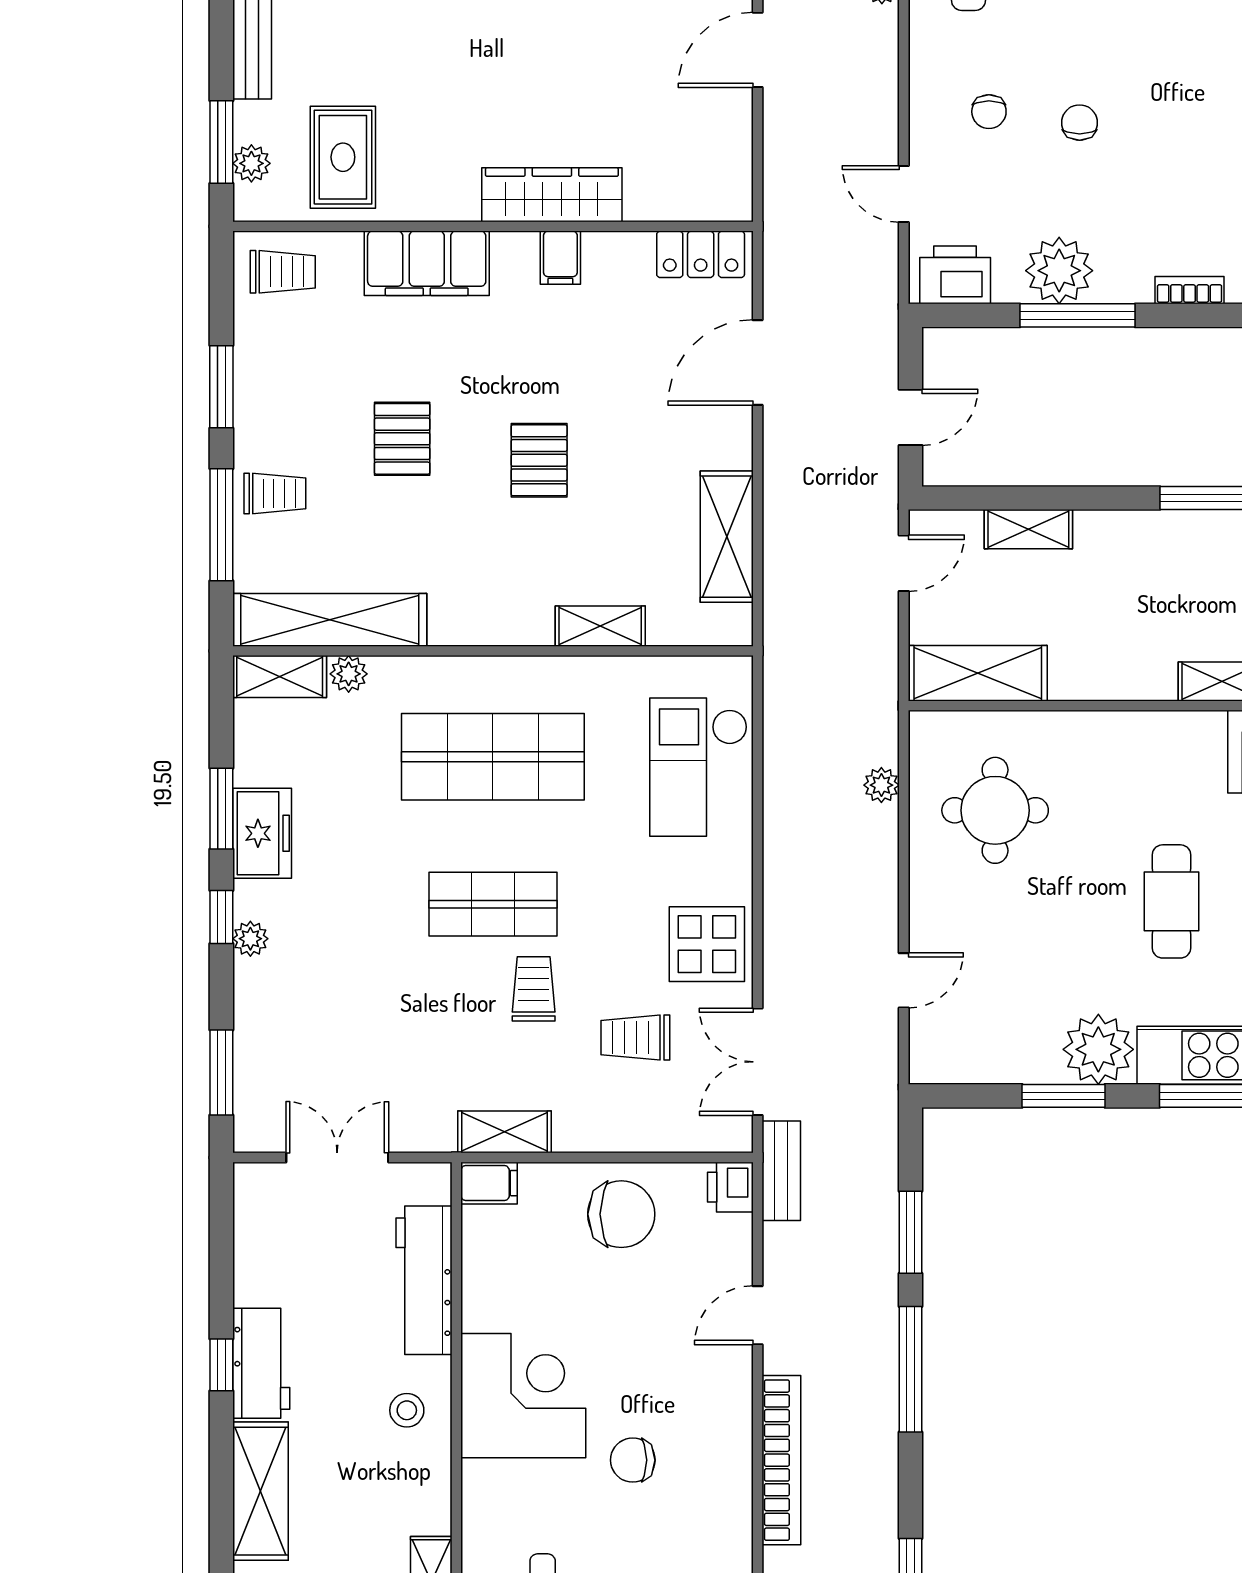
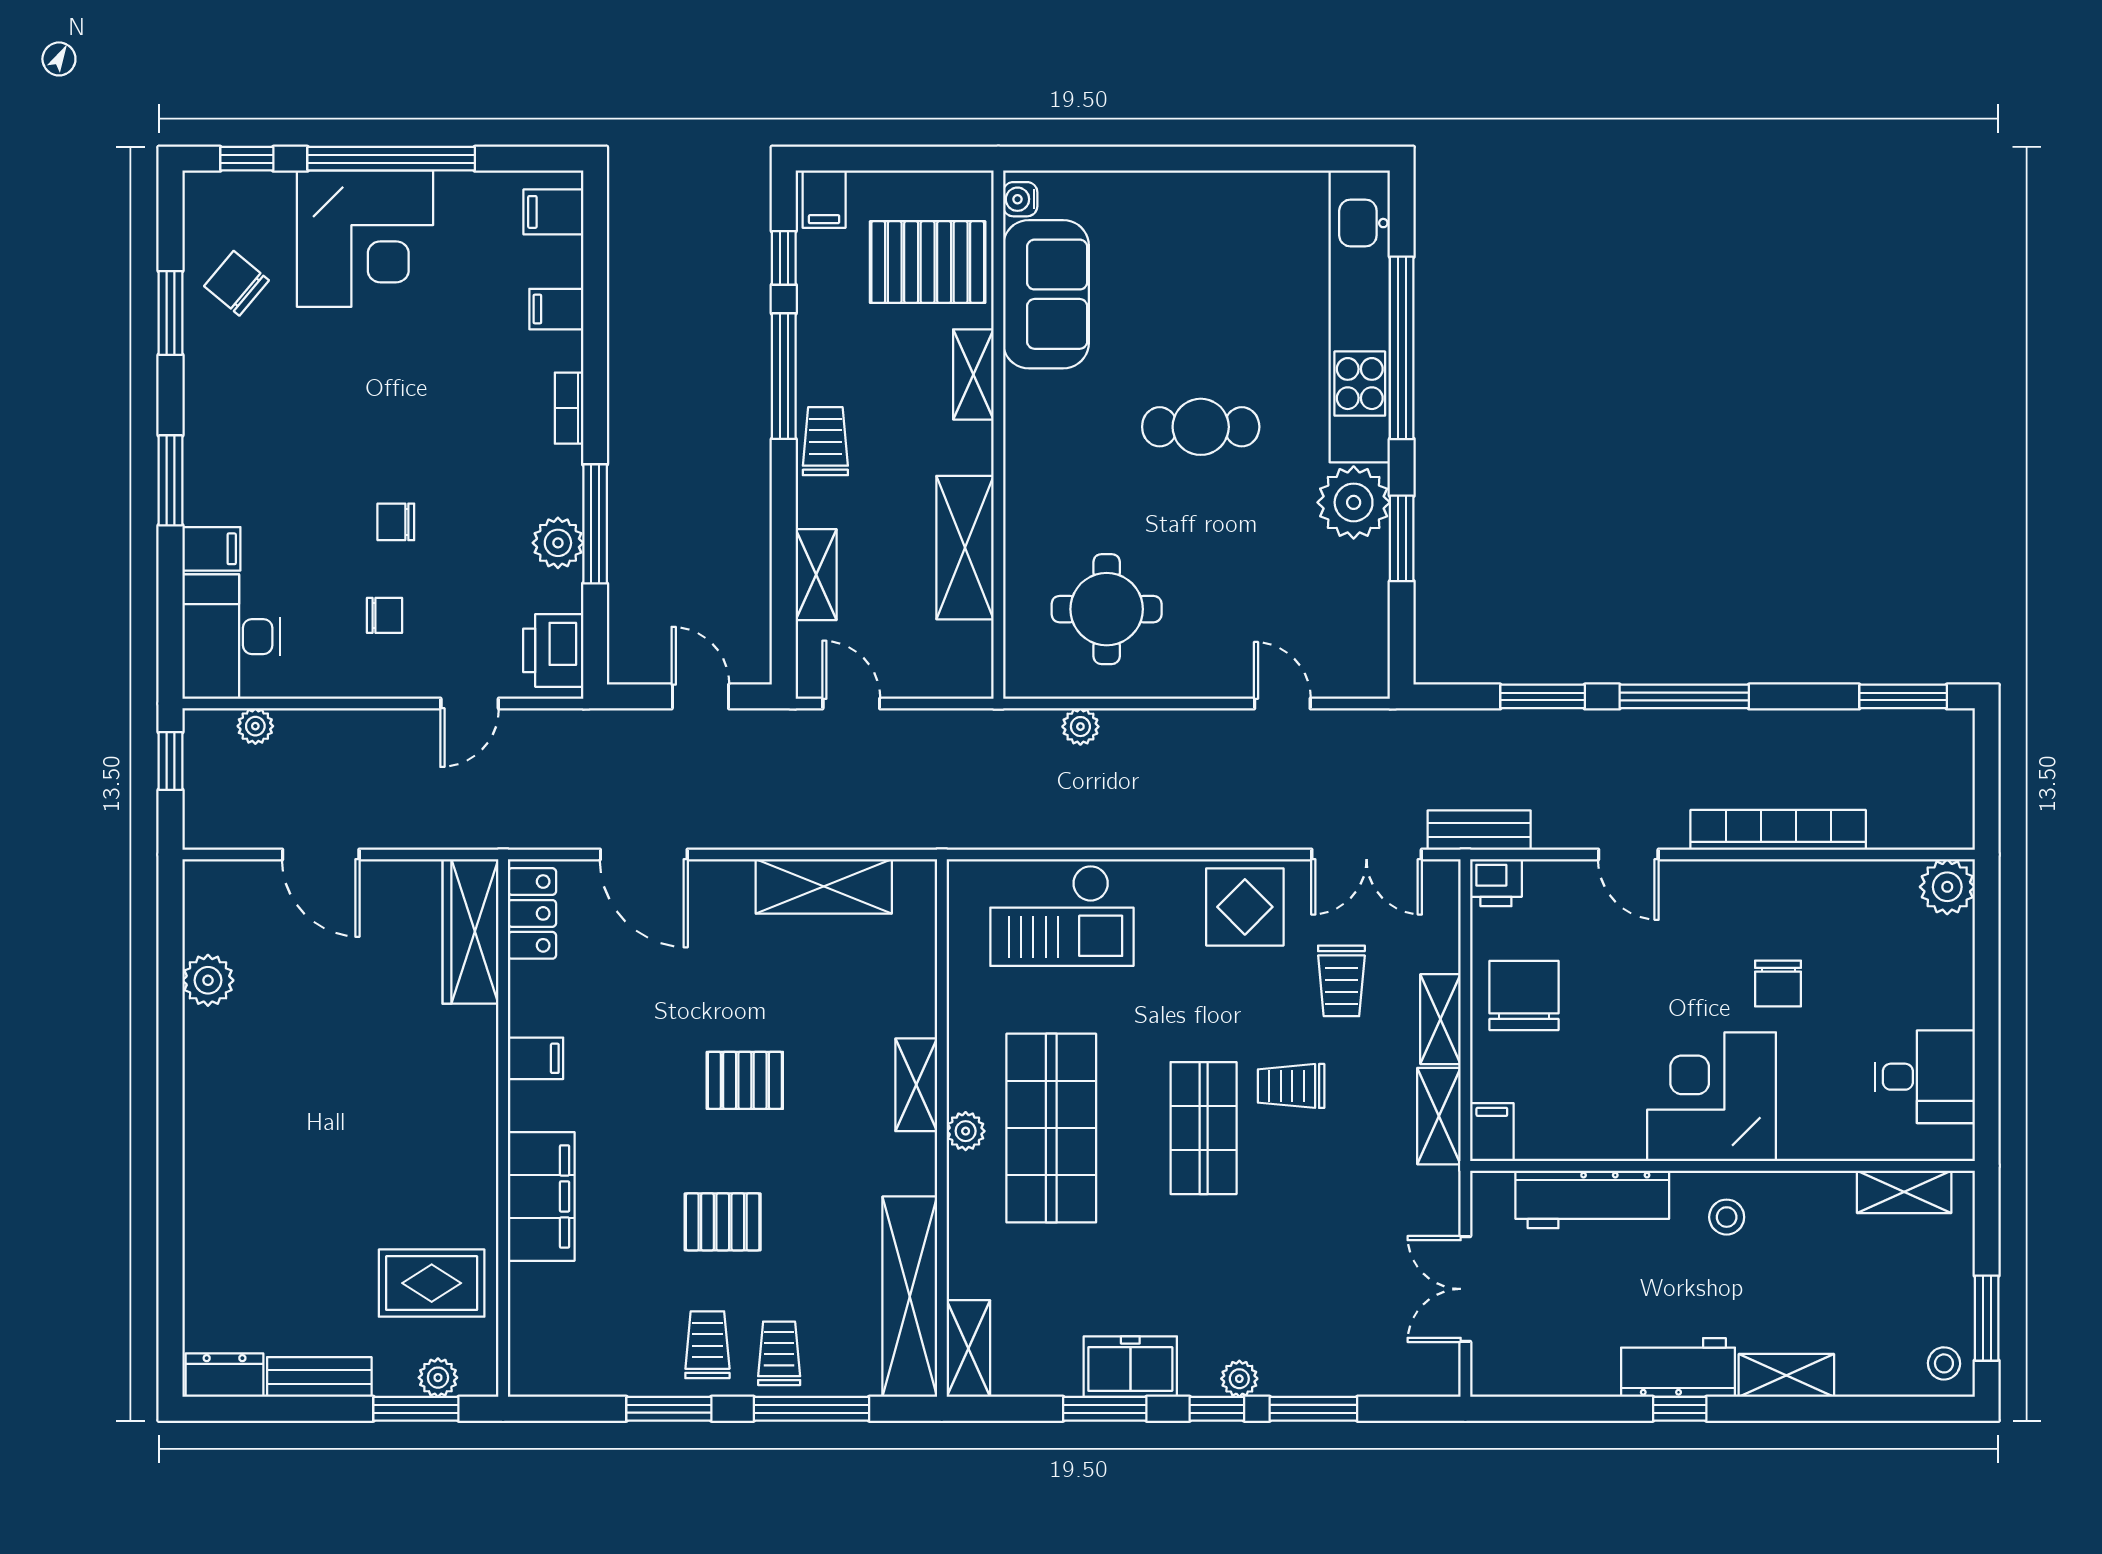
wardrobe: (552, 195) -> (470, 931), moved
plant: (1059, 271) -> (558, 543), width x0.73, depth x0.73
trolley: (283, 272) -> (707, 1345), moved
trolley: (1158, 538) -> (825, 441), added
shelving: (600, 626) -> (916, 1085), moved
shelving: (978, 673) -> (965, 548), moved
plant: (349, 674) -> (966, 1131), moved
window: (221, 1072) -> (1313, 1409), moved
shelving: (598, 1133) -> (1440, 1019), added
shelving: (260, 1491) -> (1786, 1375), width x0.67, depth x0.75

